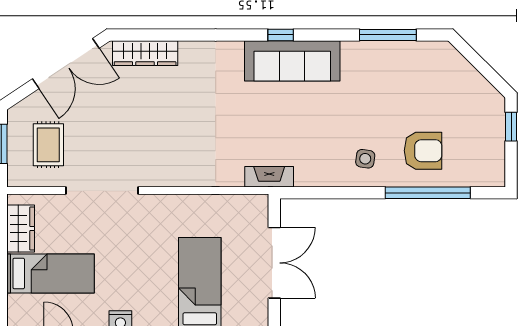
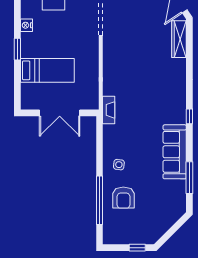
sofa: (292, 61) -> (175, 152), moved

